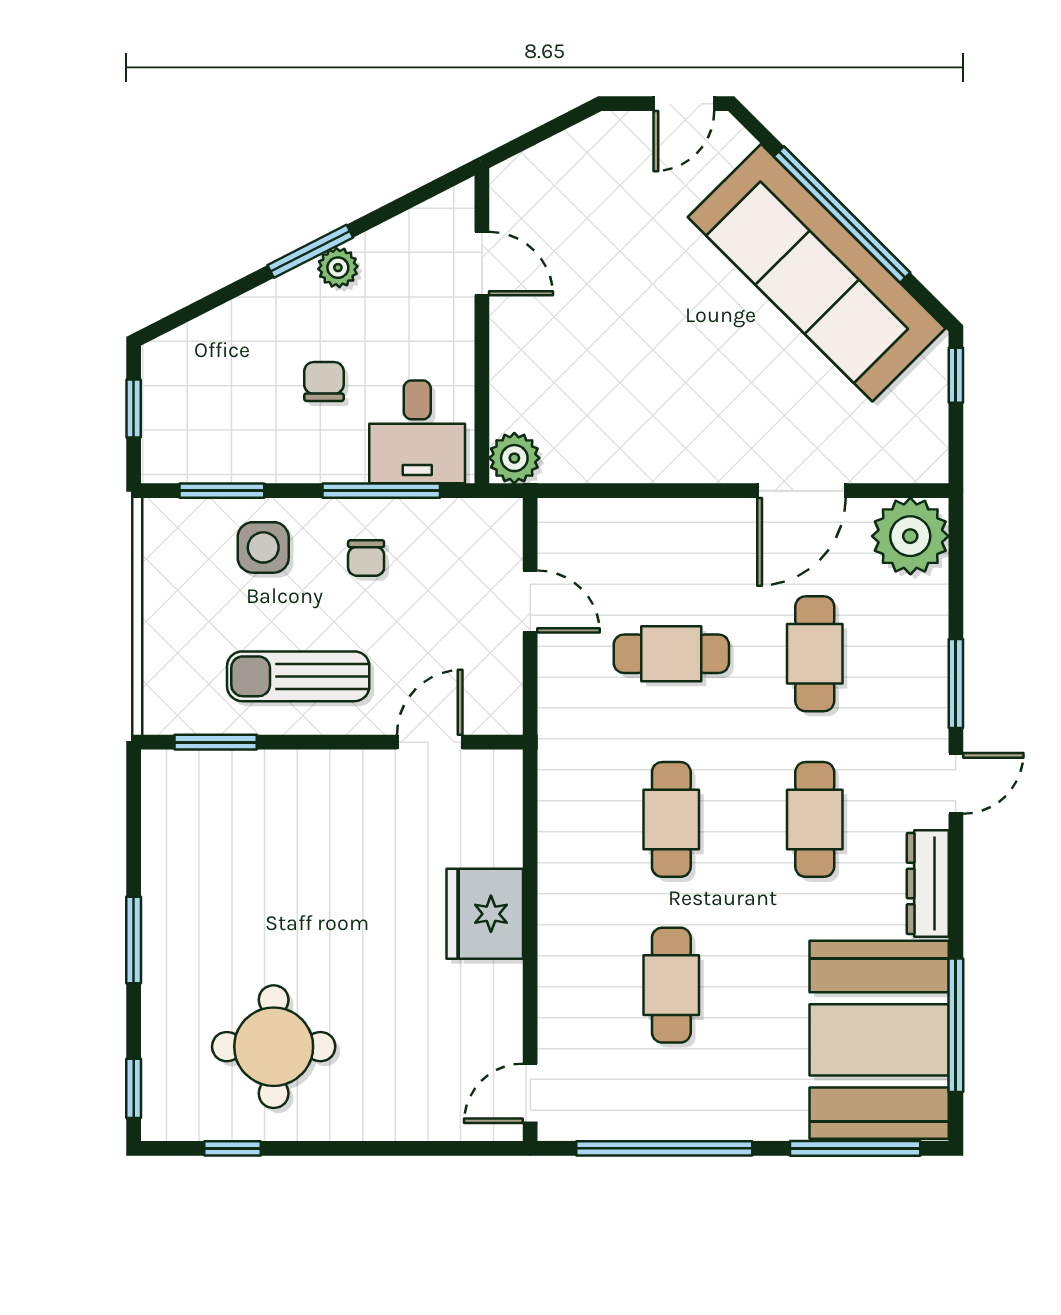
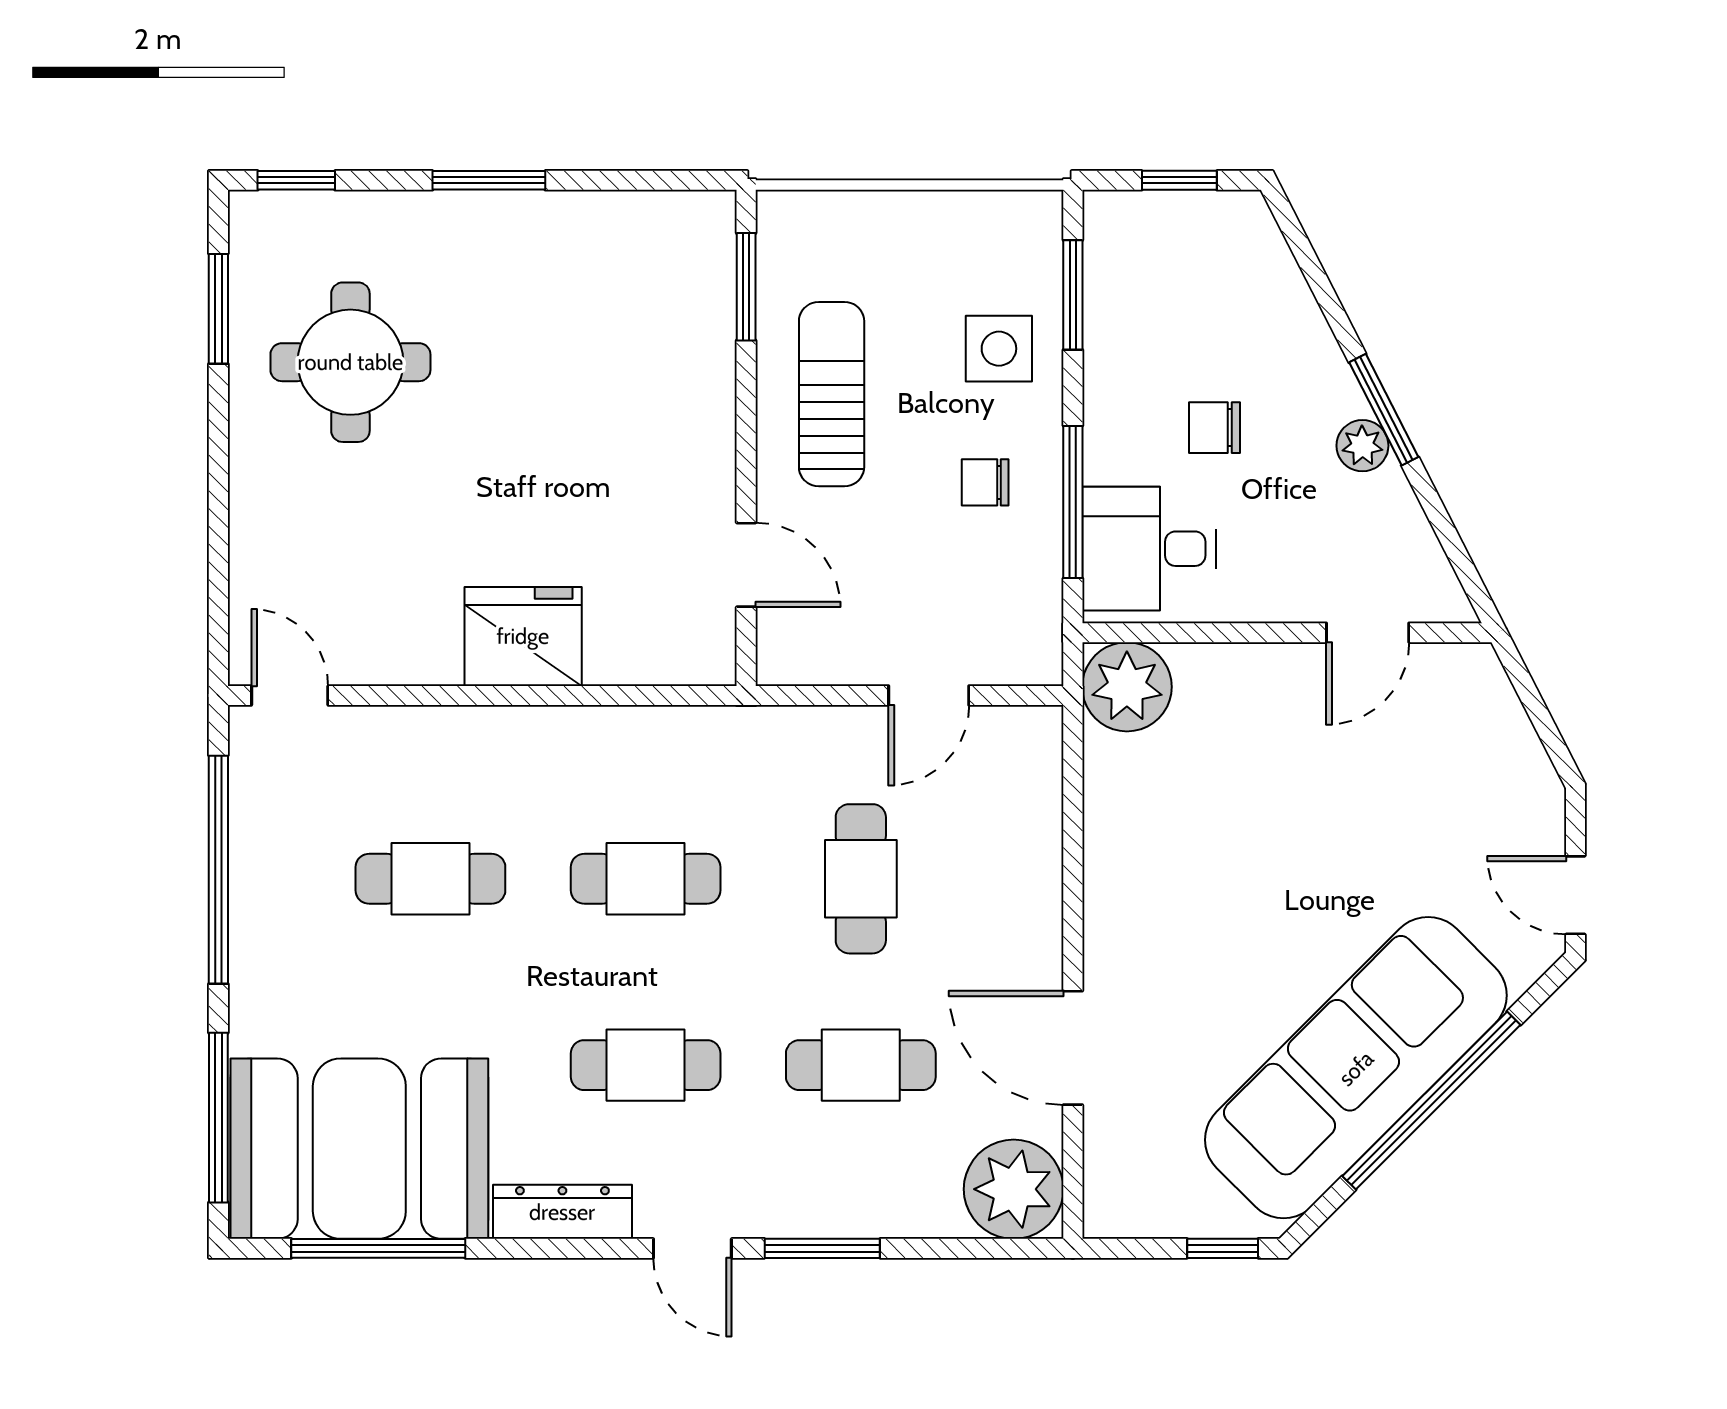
chair: (324, 381) -> (1215, 428), turned 180
plant: (514, 458) -> (1127, 687), width x1.36, depth x1.36
window: (233, 1148) -> (218, 309), width x1.50

